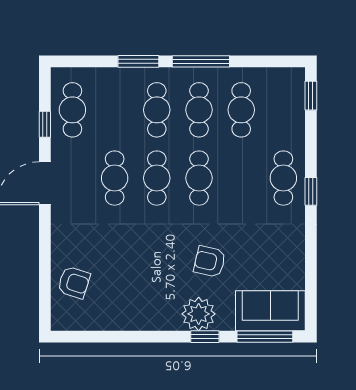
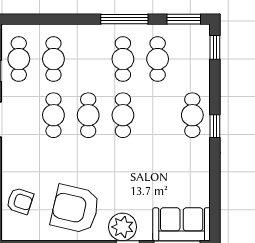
window: (138, 61) -> (184, 19), moved
cafe table: (157, 110) -> (53, 59), moved
armchair: (210, 262) -> (75, 209), moved, width x1.88, depth x1.88

